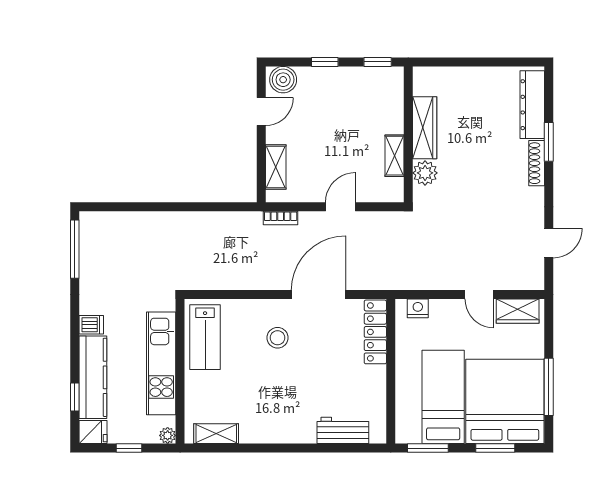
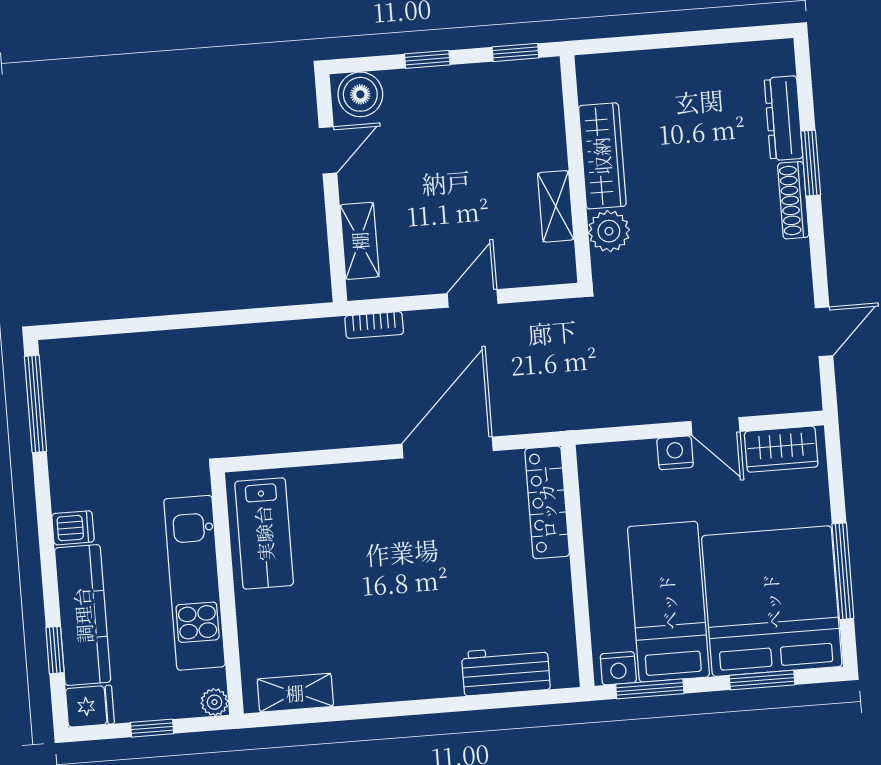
dresser: (532, 105) -> (784, 118), width x0.73, depth x0.80
nightstand: (418, 308) -> (675, 453), moved
stool: (278, 338) -> (385, 525), removed
nightstand: (410, 434) -> (618, 668), added

